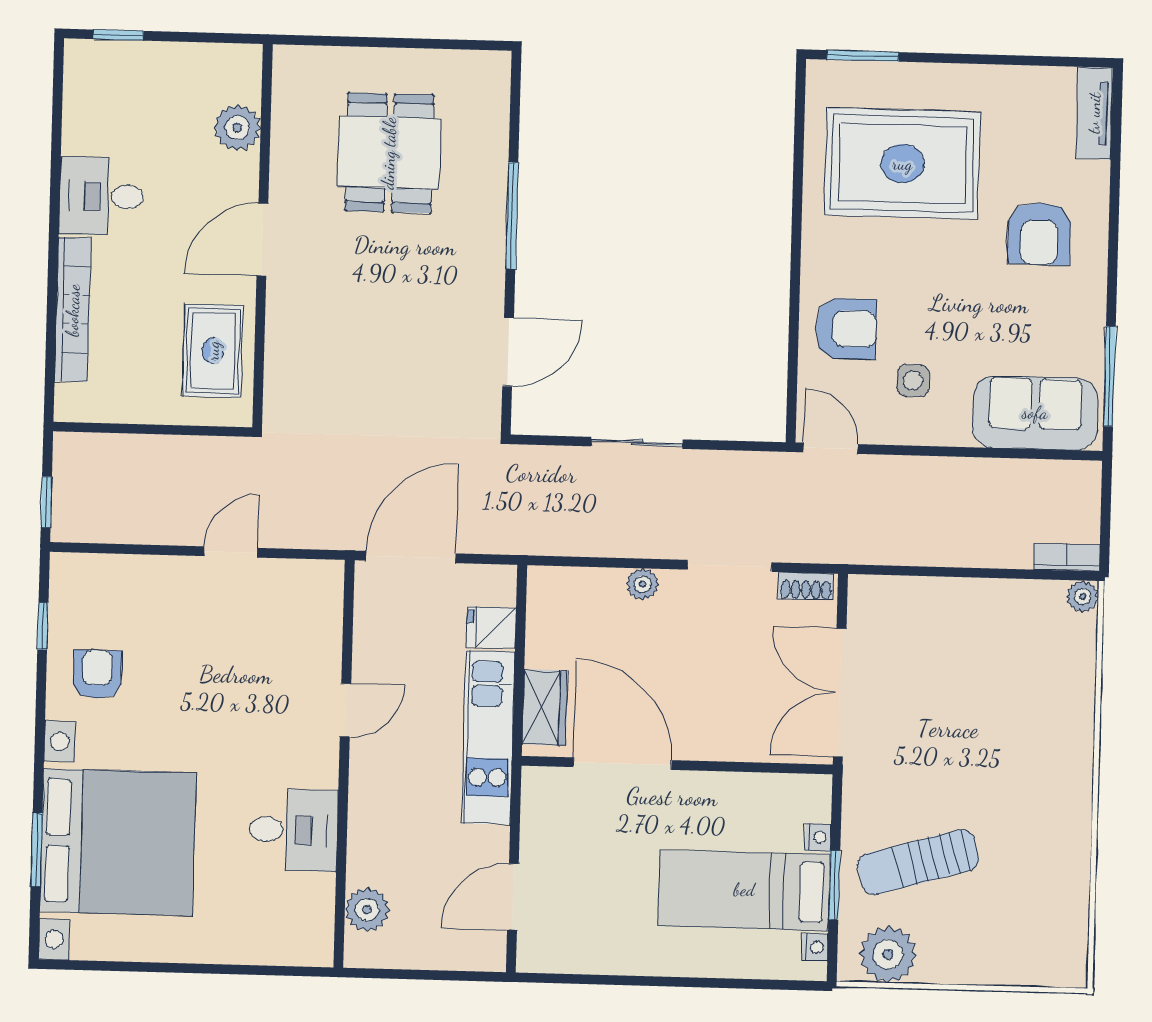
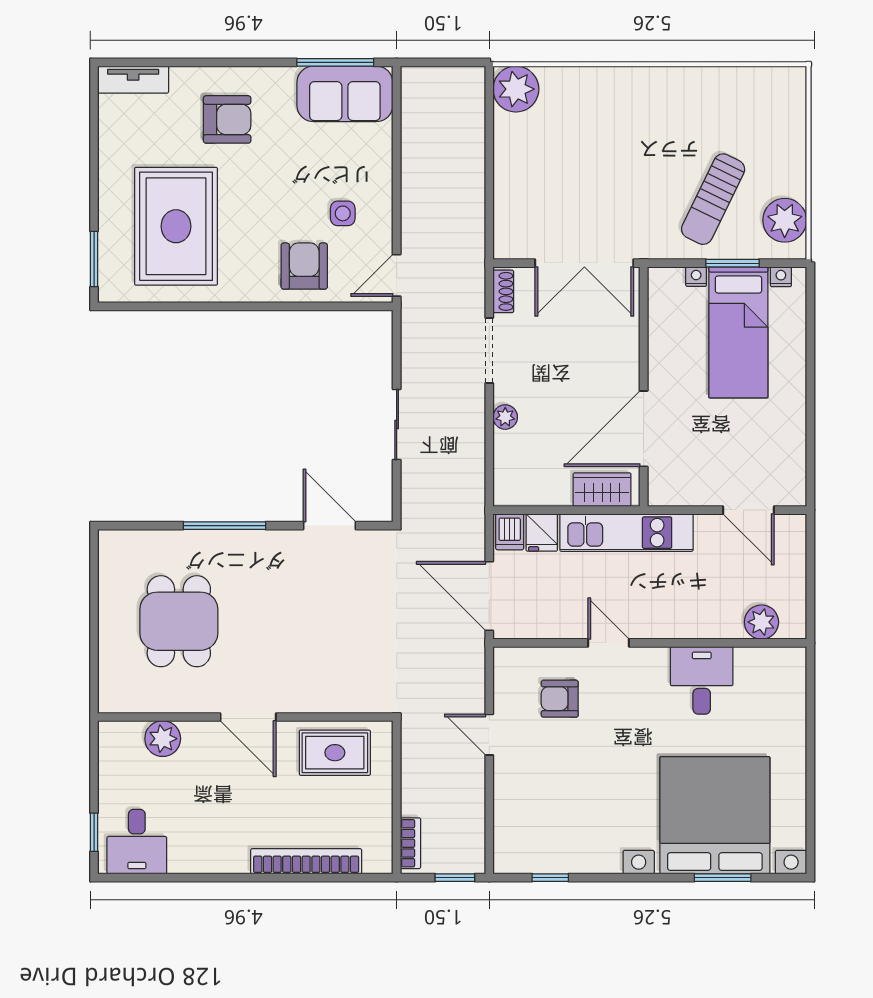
dining table: (389, 153) -> (179, 621), turned 90
desk: (102, 196) -> (137, 842), moved
sofa: (1035, 413) -> (345, 94), moved, turned -90
bookcase: (1067, 557) -> (410, 843), moved, turned 180
dishwasher: (493, 586) -> (510, 532), added
plant: (1083, 596) -> (516, 89), width x1.87, depth x1.87
armchair: (97, 674) -> (560, 699), moved
sun lounger: (918, 862) -> (713, 199), turned 42

